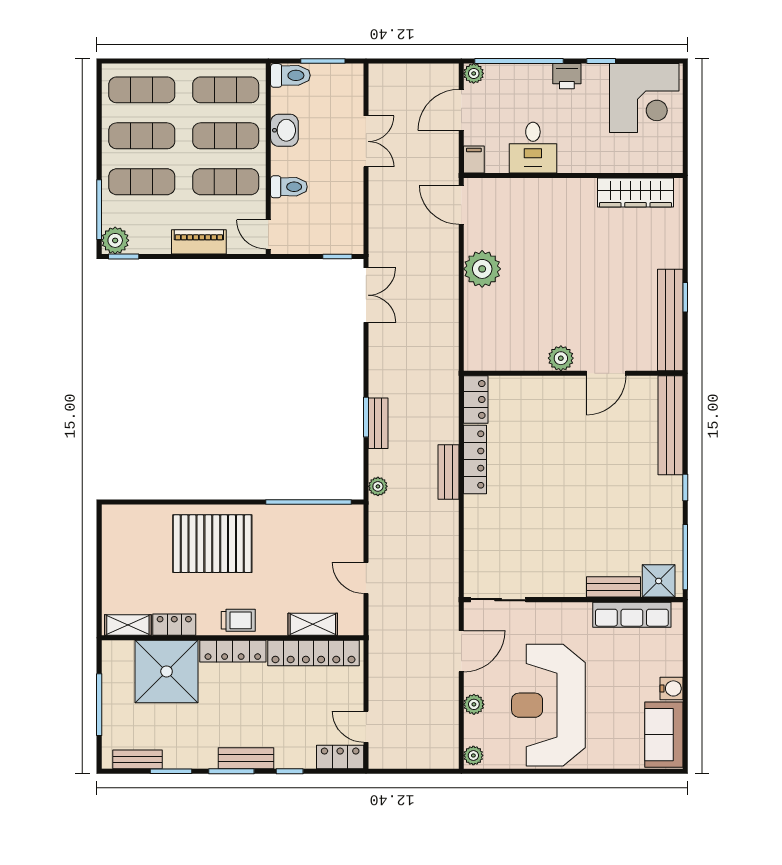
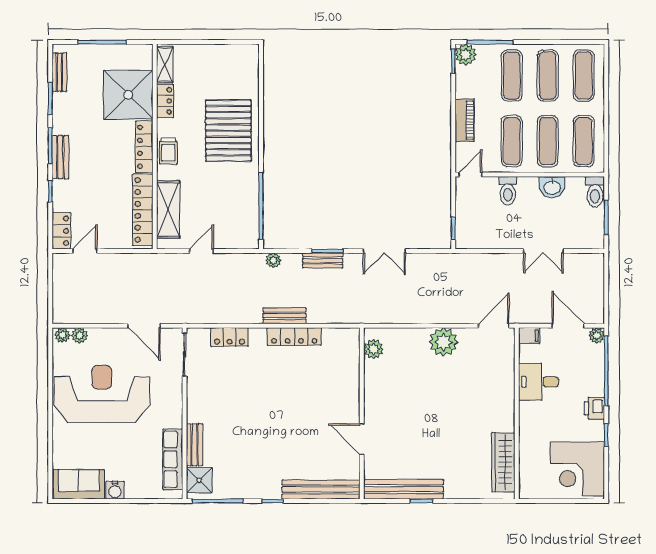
double door: (366, 295) -> (384, 251), moved
plant: (561, 358) -> (374, 349), moved
locker: (476, 399) -> (229, 337), moved
shelving: (313, 624) -> (168, 209), width x1.50, depth x1.33
plant: (474, 704) -> (80, 335), moved

